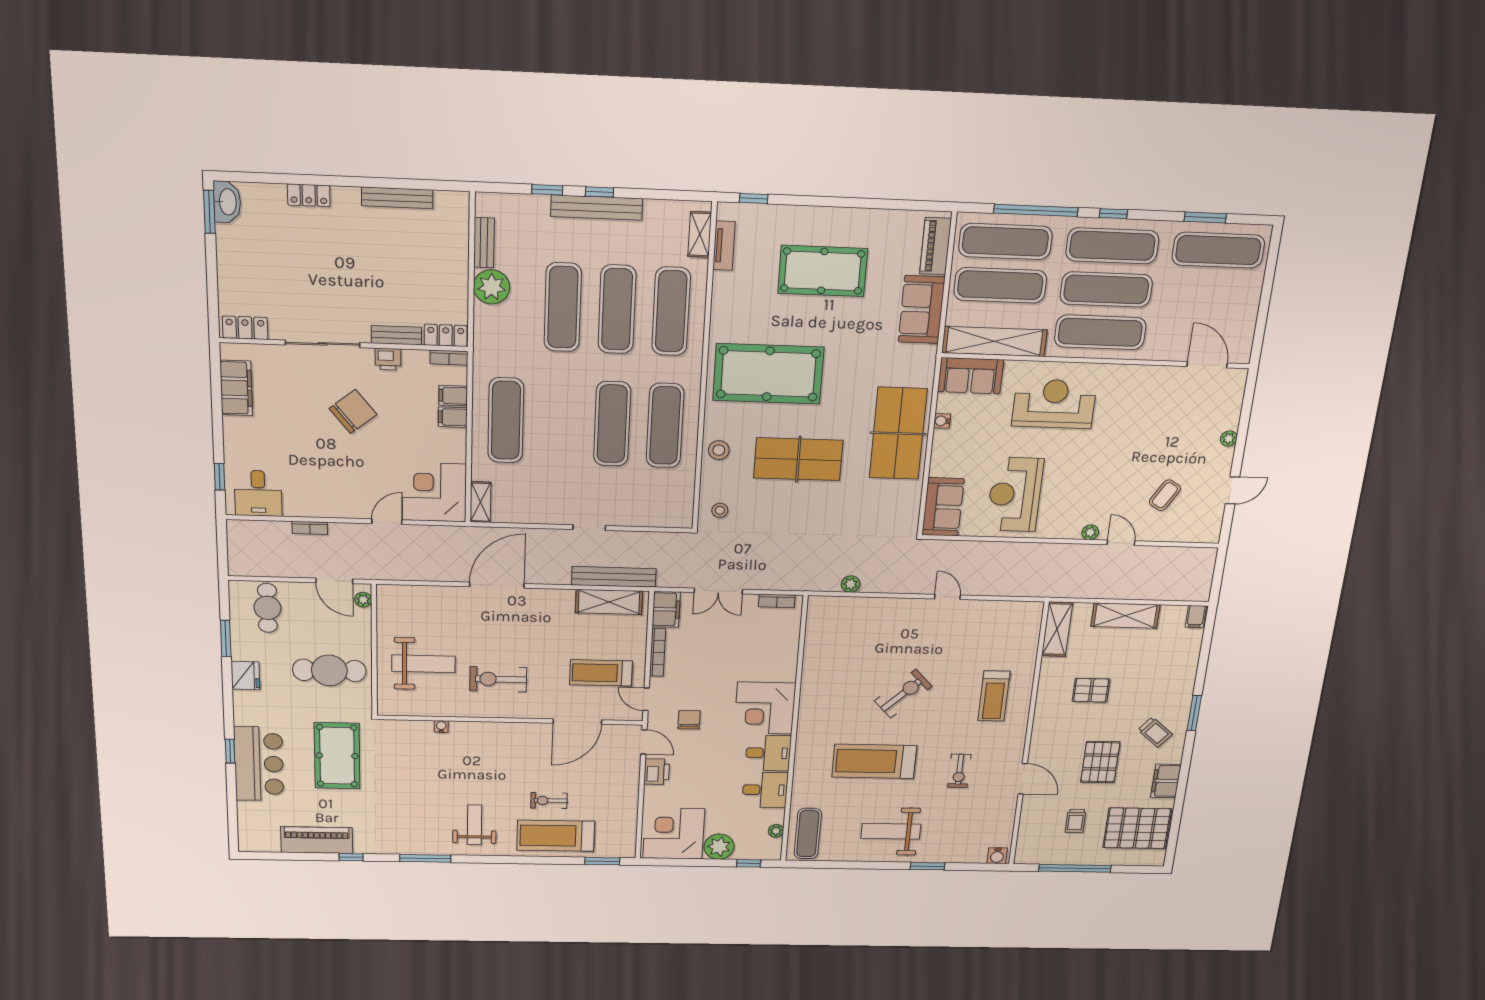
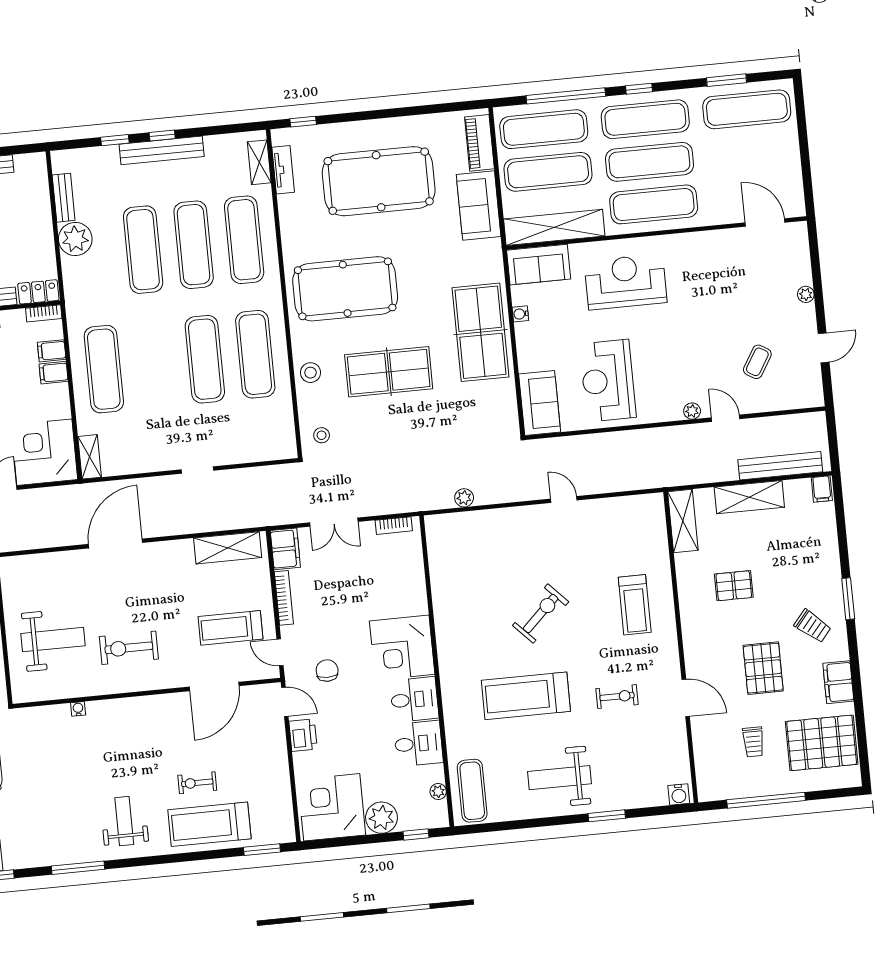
pool table: (823, 271) -> (379, 181), width x1.36, depth x1.32
bench: (614, 577) -> (780, 466), moved
exercise bike: (959, 771) -> (617, 697), turned -90

